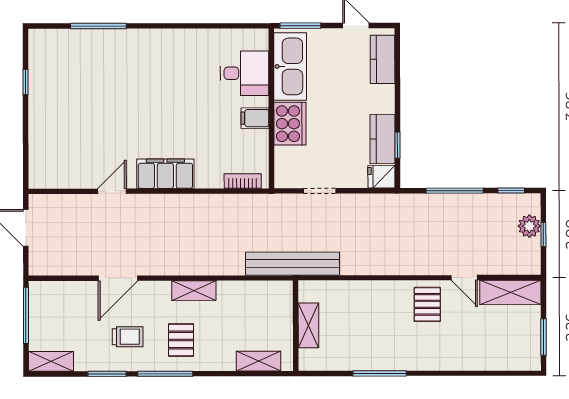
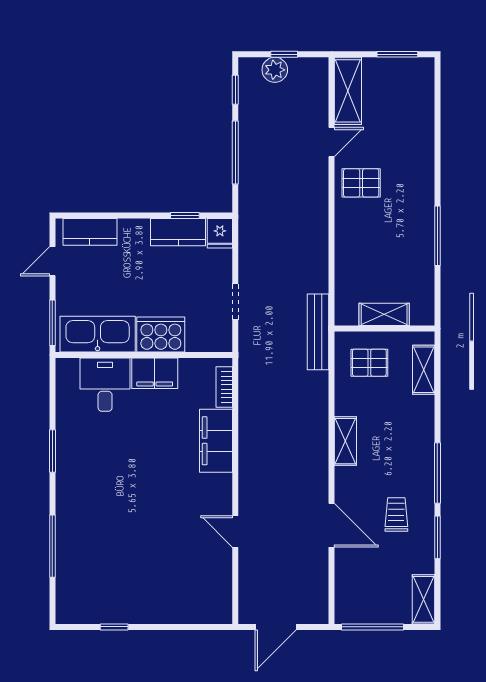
window: (184, 26) -> (52, 451), added
filing cabinet: (255, 118) -> (155, 373), width x2.00
filing cabinet: (165, 174) -> (216, 441), moved
bench: (293, 264) -> (318, 332), width x0.73, depth x0.82
pallet: (181, 340) -> (369, 363), moved

